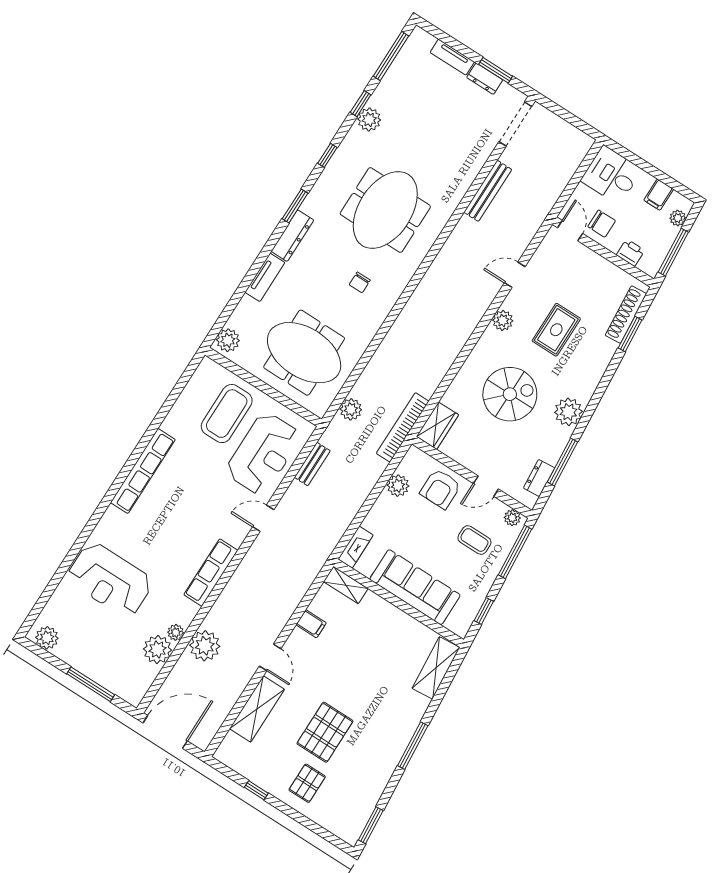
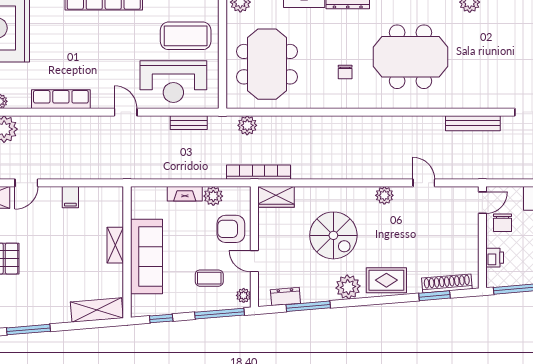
chair: (360, 282) -> (345, 72), turned -90
rug: (556, 330) -> (386, 280), moved
coffee table: (474, 540) -> (209, 278), turned 90
fireplace: (356, 547) -> (185, 194), moved
shelving: (346, 585) -> (115, 245), moved

